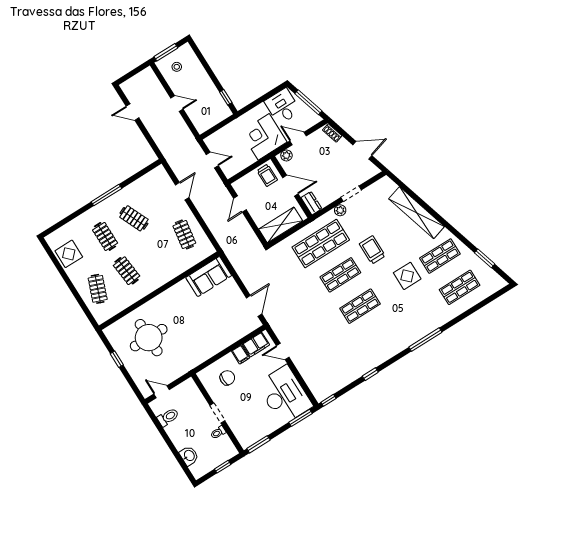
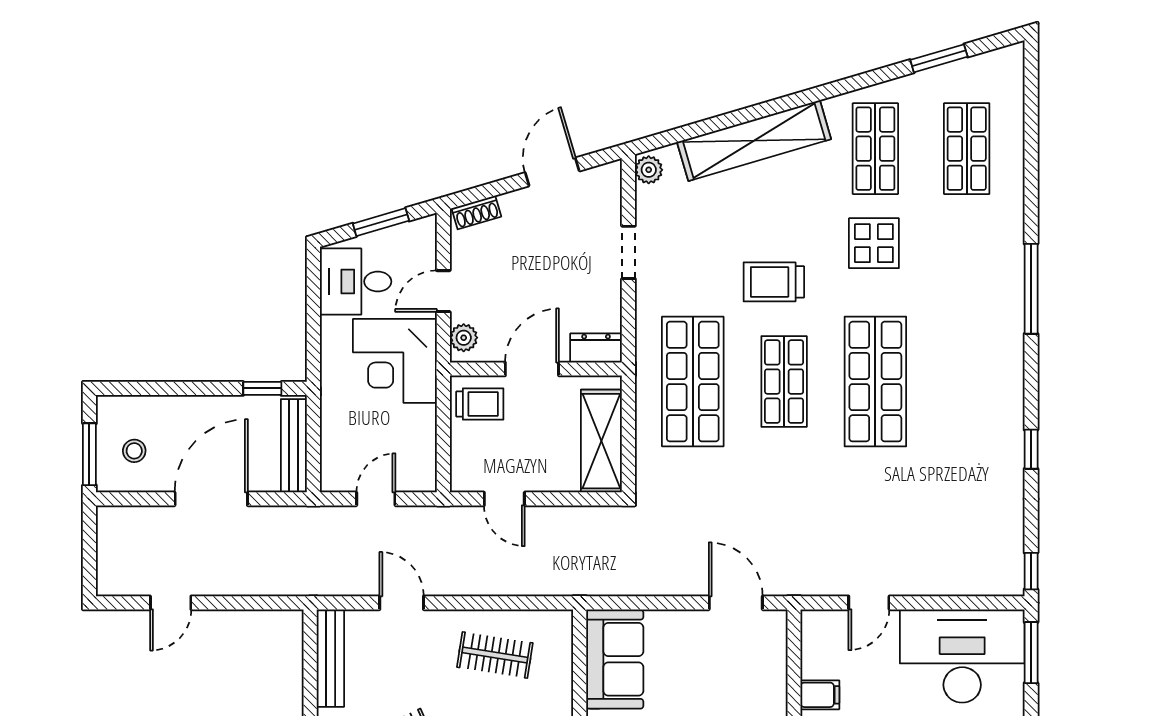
window: (308, 102) -> (381, 222), width x0.69
door: (177, 104) -> (211, 499), width x1.88
bench: (213, 120) -> (294, 446), added
bench: (148, 179) -> (330, 658), added
plant: (340, 210) -> (649, 170), moved
shop shelf: (360, 306) -> (875, 382), width x1.43, depth x1.36
filing cabinet: (256, 345) -> (819, 649), removed

